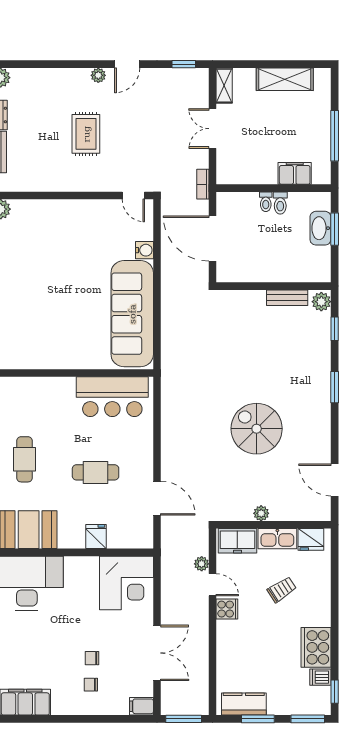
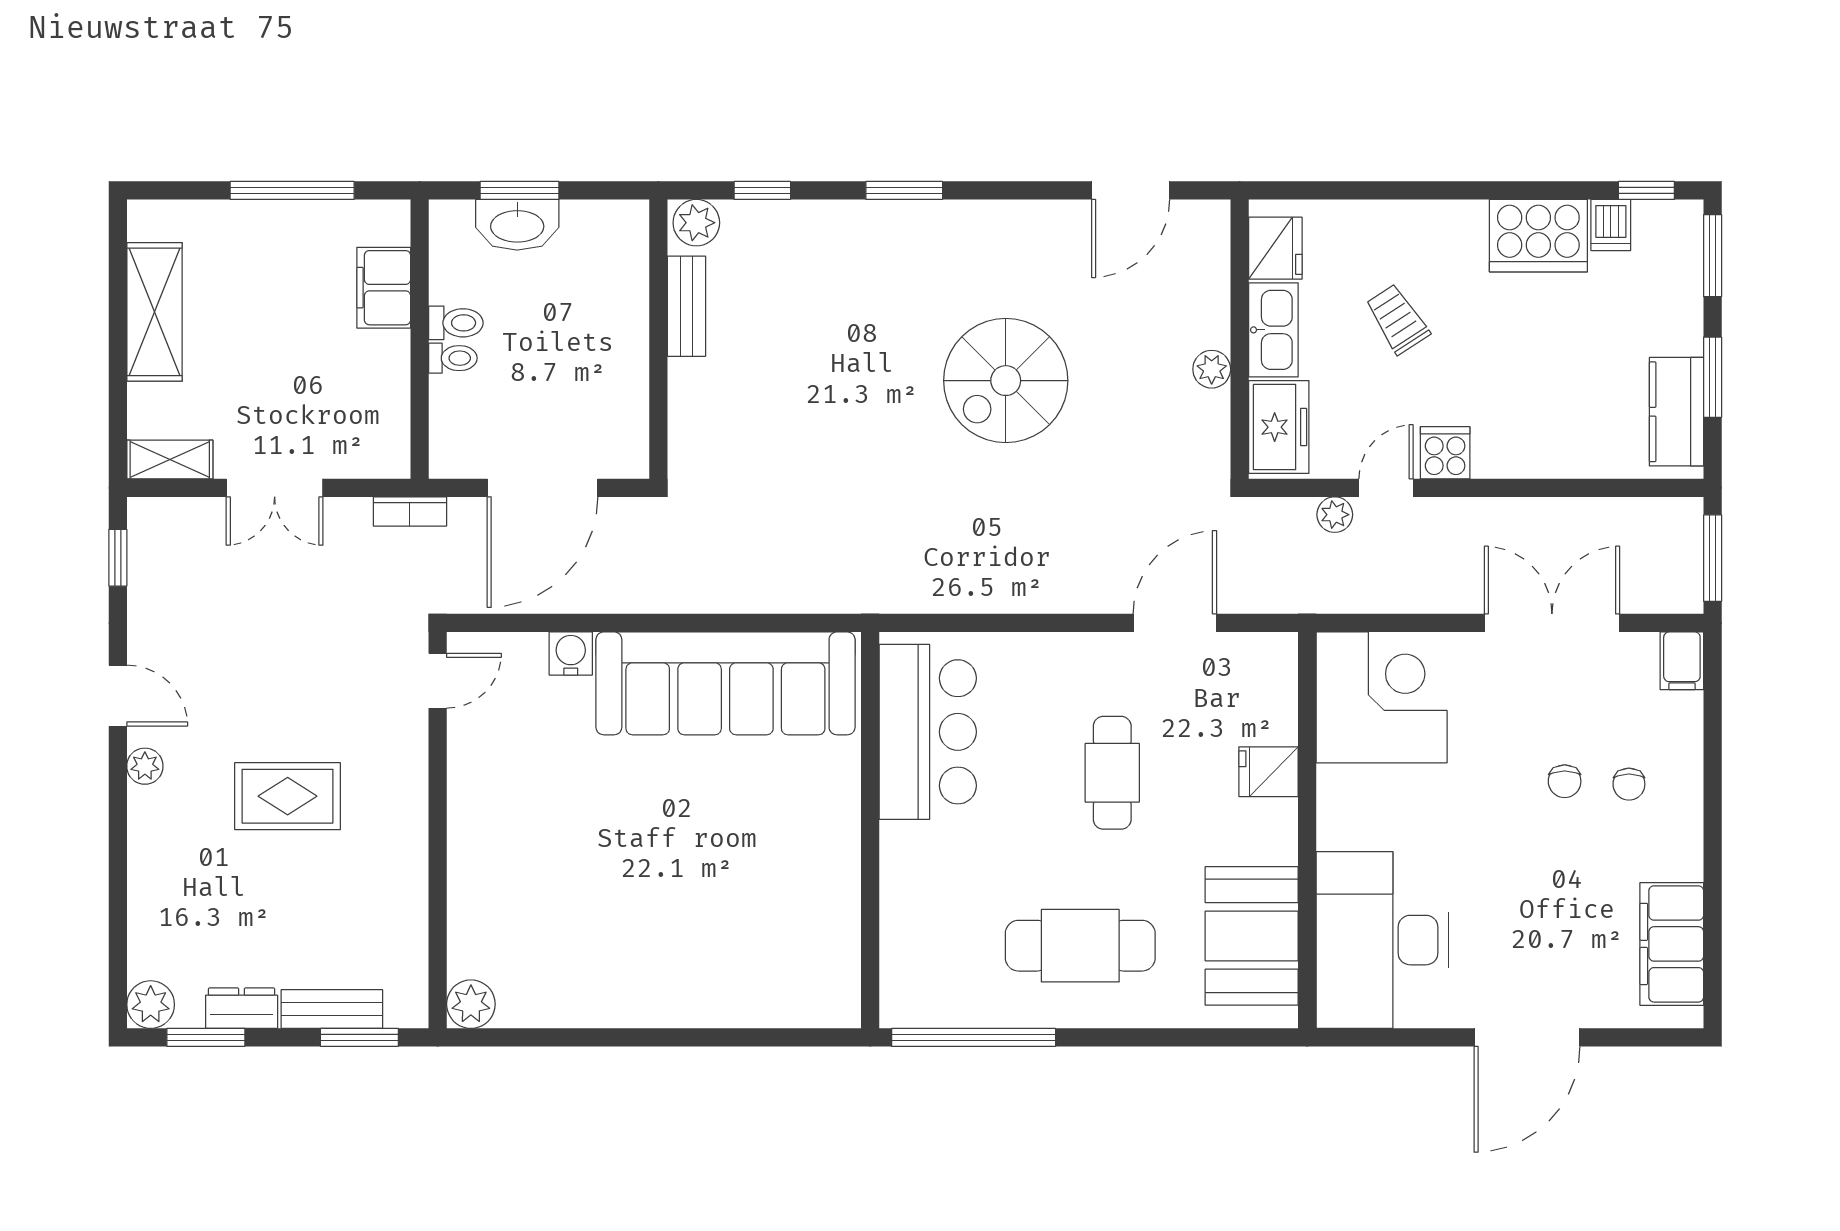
cafe table: (25, 459) -> (1080, 946), width x1.37, depth x1.35

